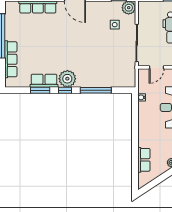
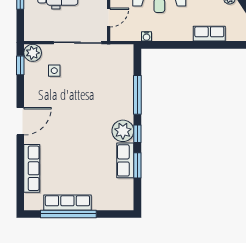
row of seats: (11, 59) -> (67, 203), moved
door: (157, 67) -> (109, 18), hinge flipped
row of seats: (144, 160) -> (209, 34), moved

